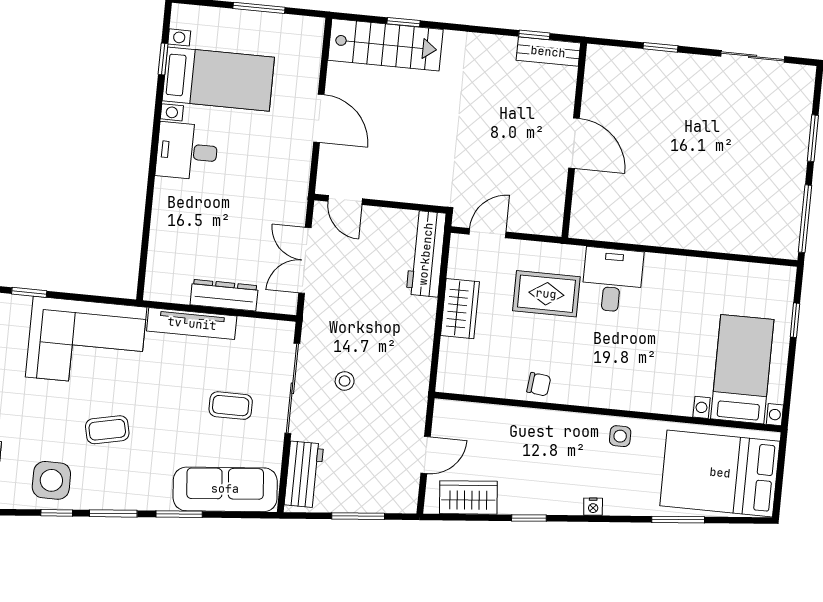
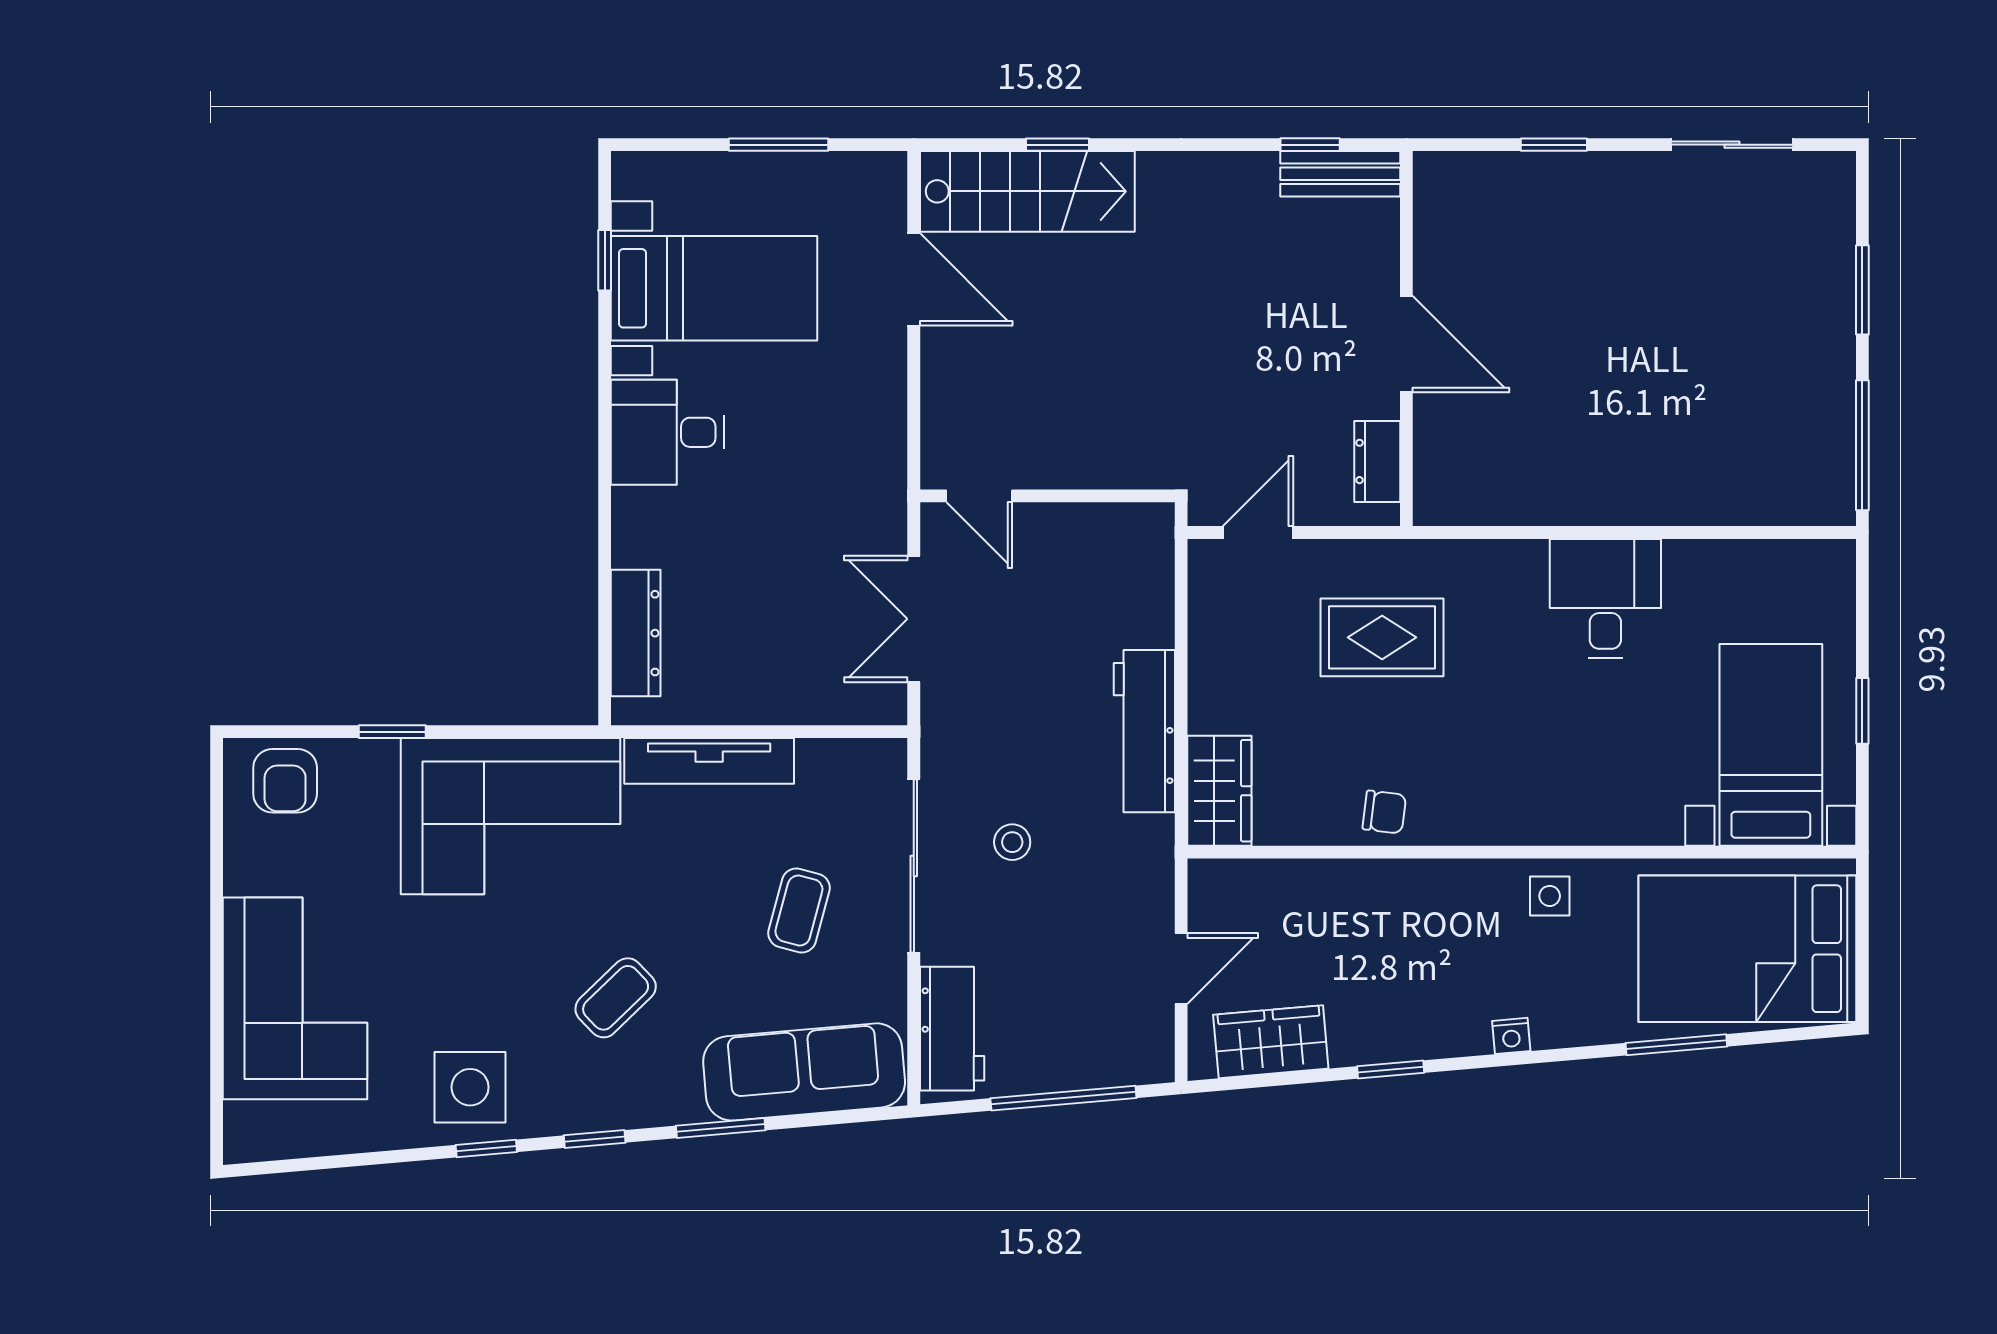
door: (319, 118) -> (914, 279), moved
dresser: (553, 202) -> (1377, 461), added
workbench: (426, 254) -> (1144, 731), moved
desk: (612, 280) -> (1605, 599), moved
dresser: (224, 295) -> (636, 633), moved, turned 90
wardrobe: (460, 309) -> (1219, 791), moved
window: (795, 320) -> (1862, 711), moved
coffee table: (231, 406) -> (799, 911), turned -75
coffee table: (107, 430) -> (616, 998), moved, turned -32
window: (113, 513) -> (595, 1139), width x0.67
window: (358, 516) -> (1063, 1098), width x1.44

